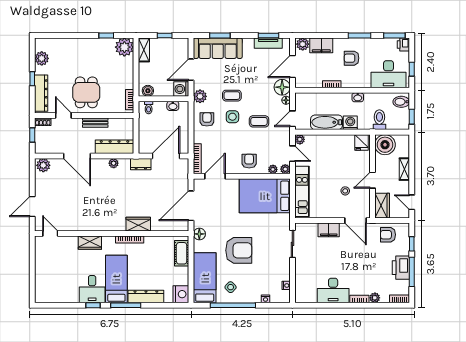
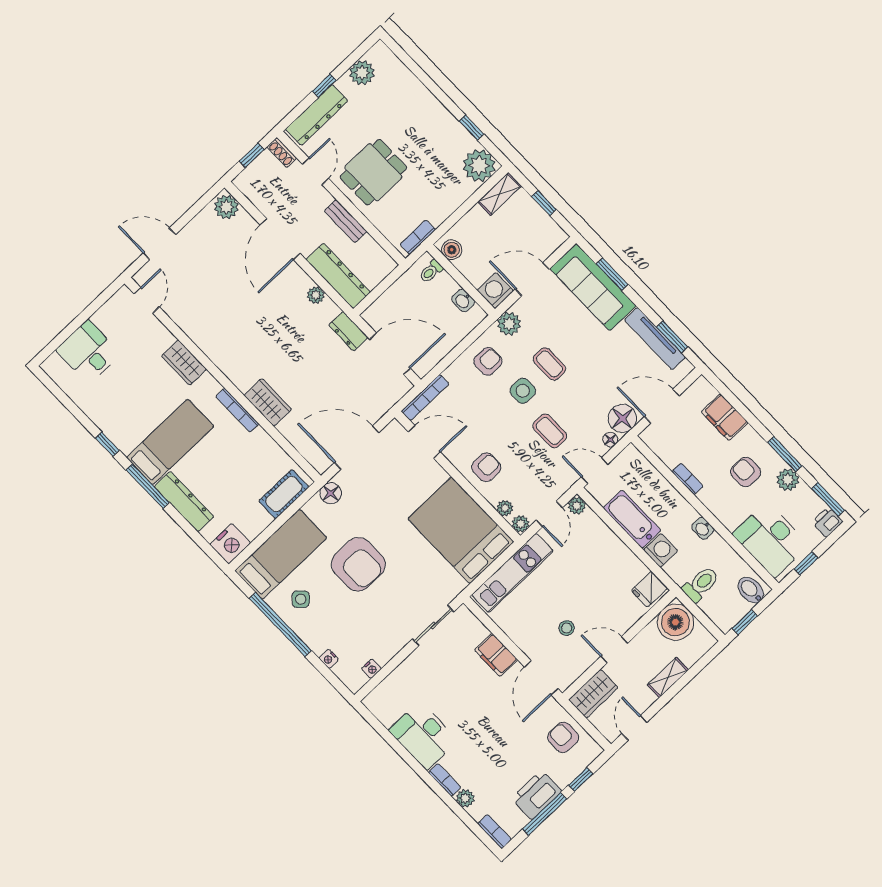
tv unit: (268, 43) -> (655, 339), width x1.41
plant: (303, 44) -> (788, 480), moved
desk: (92, 289) -> (88, 352), moved, turned 90

